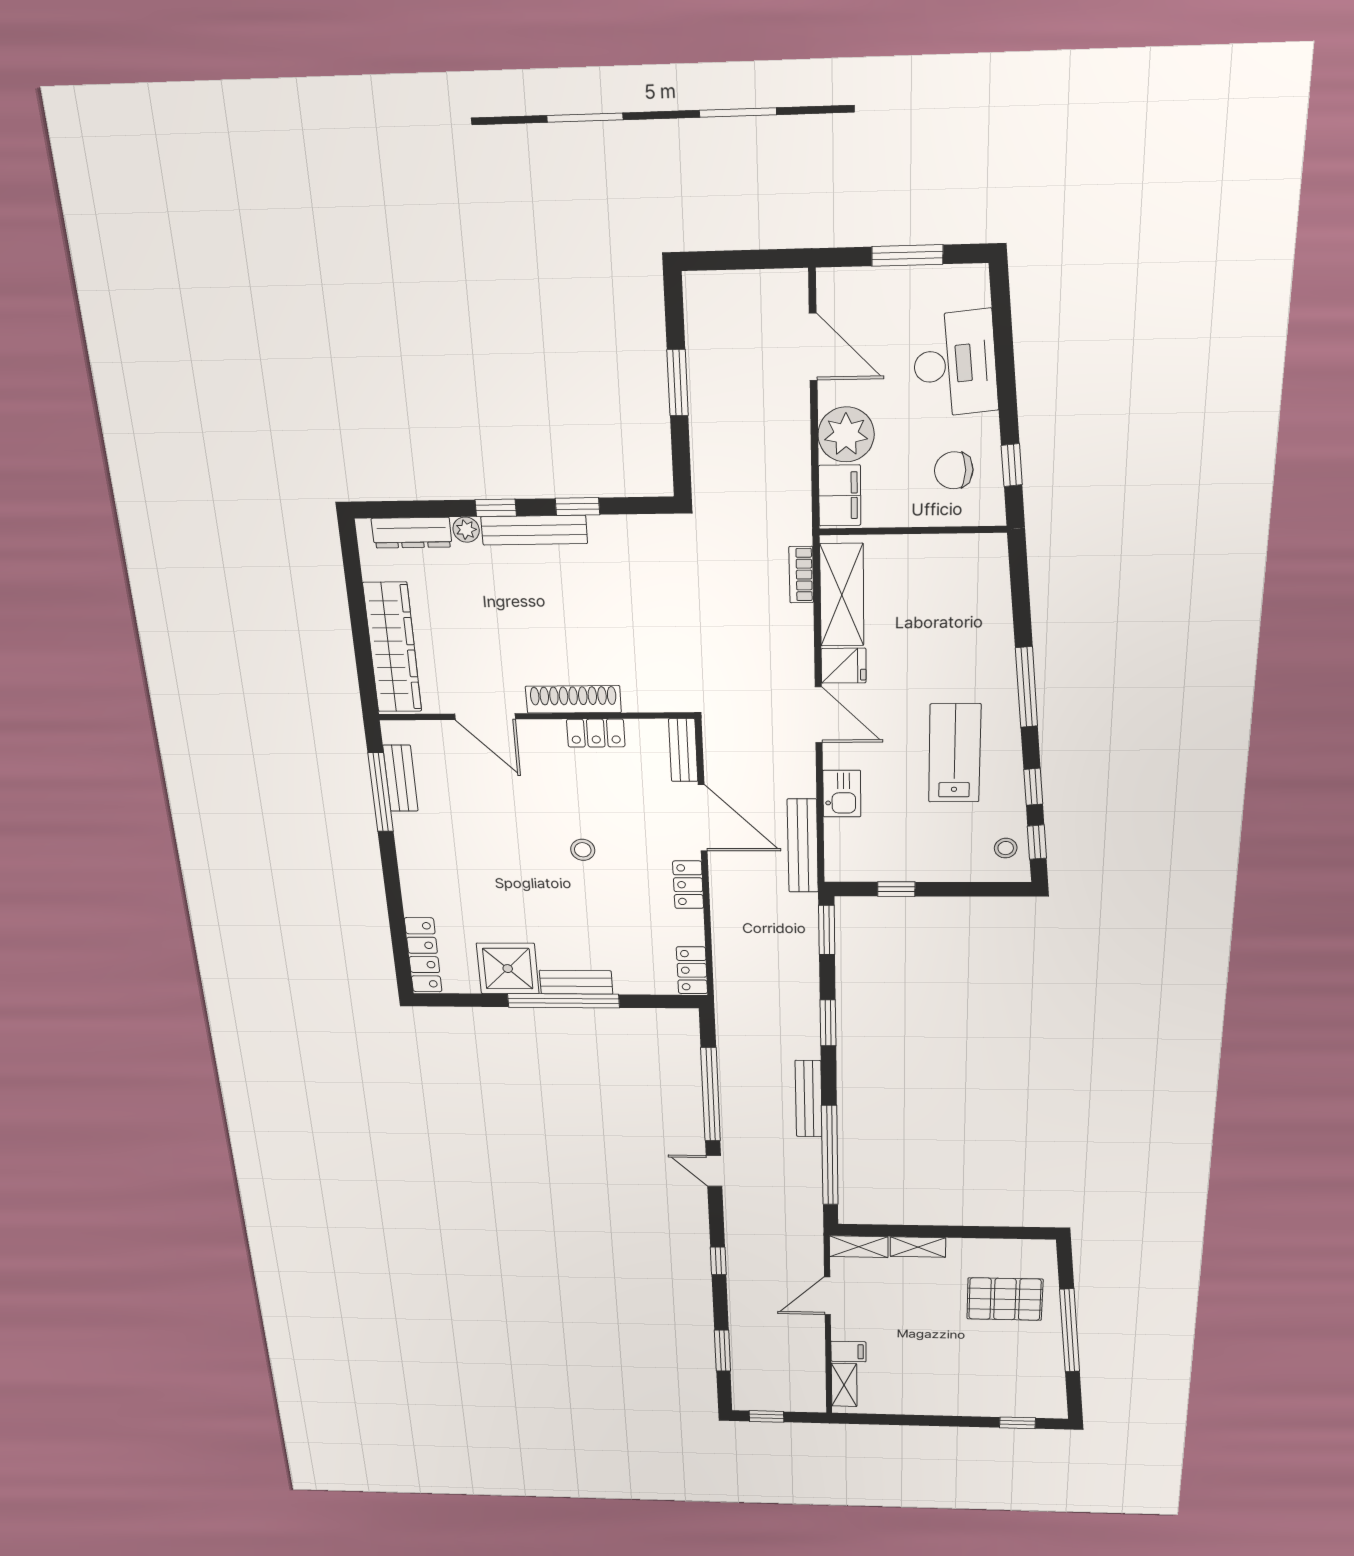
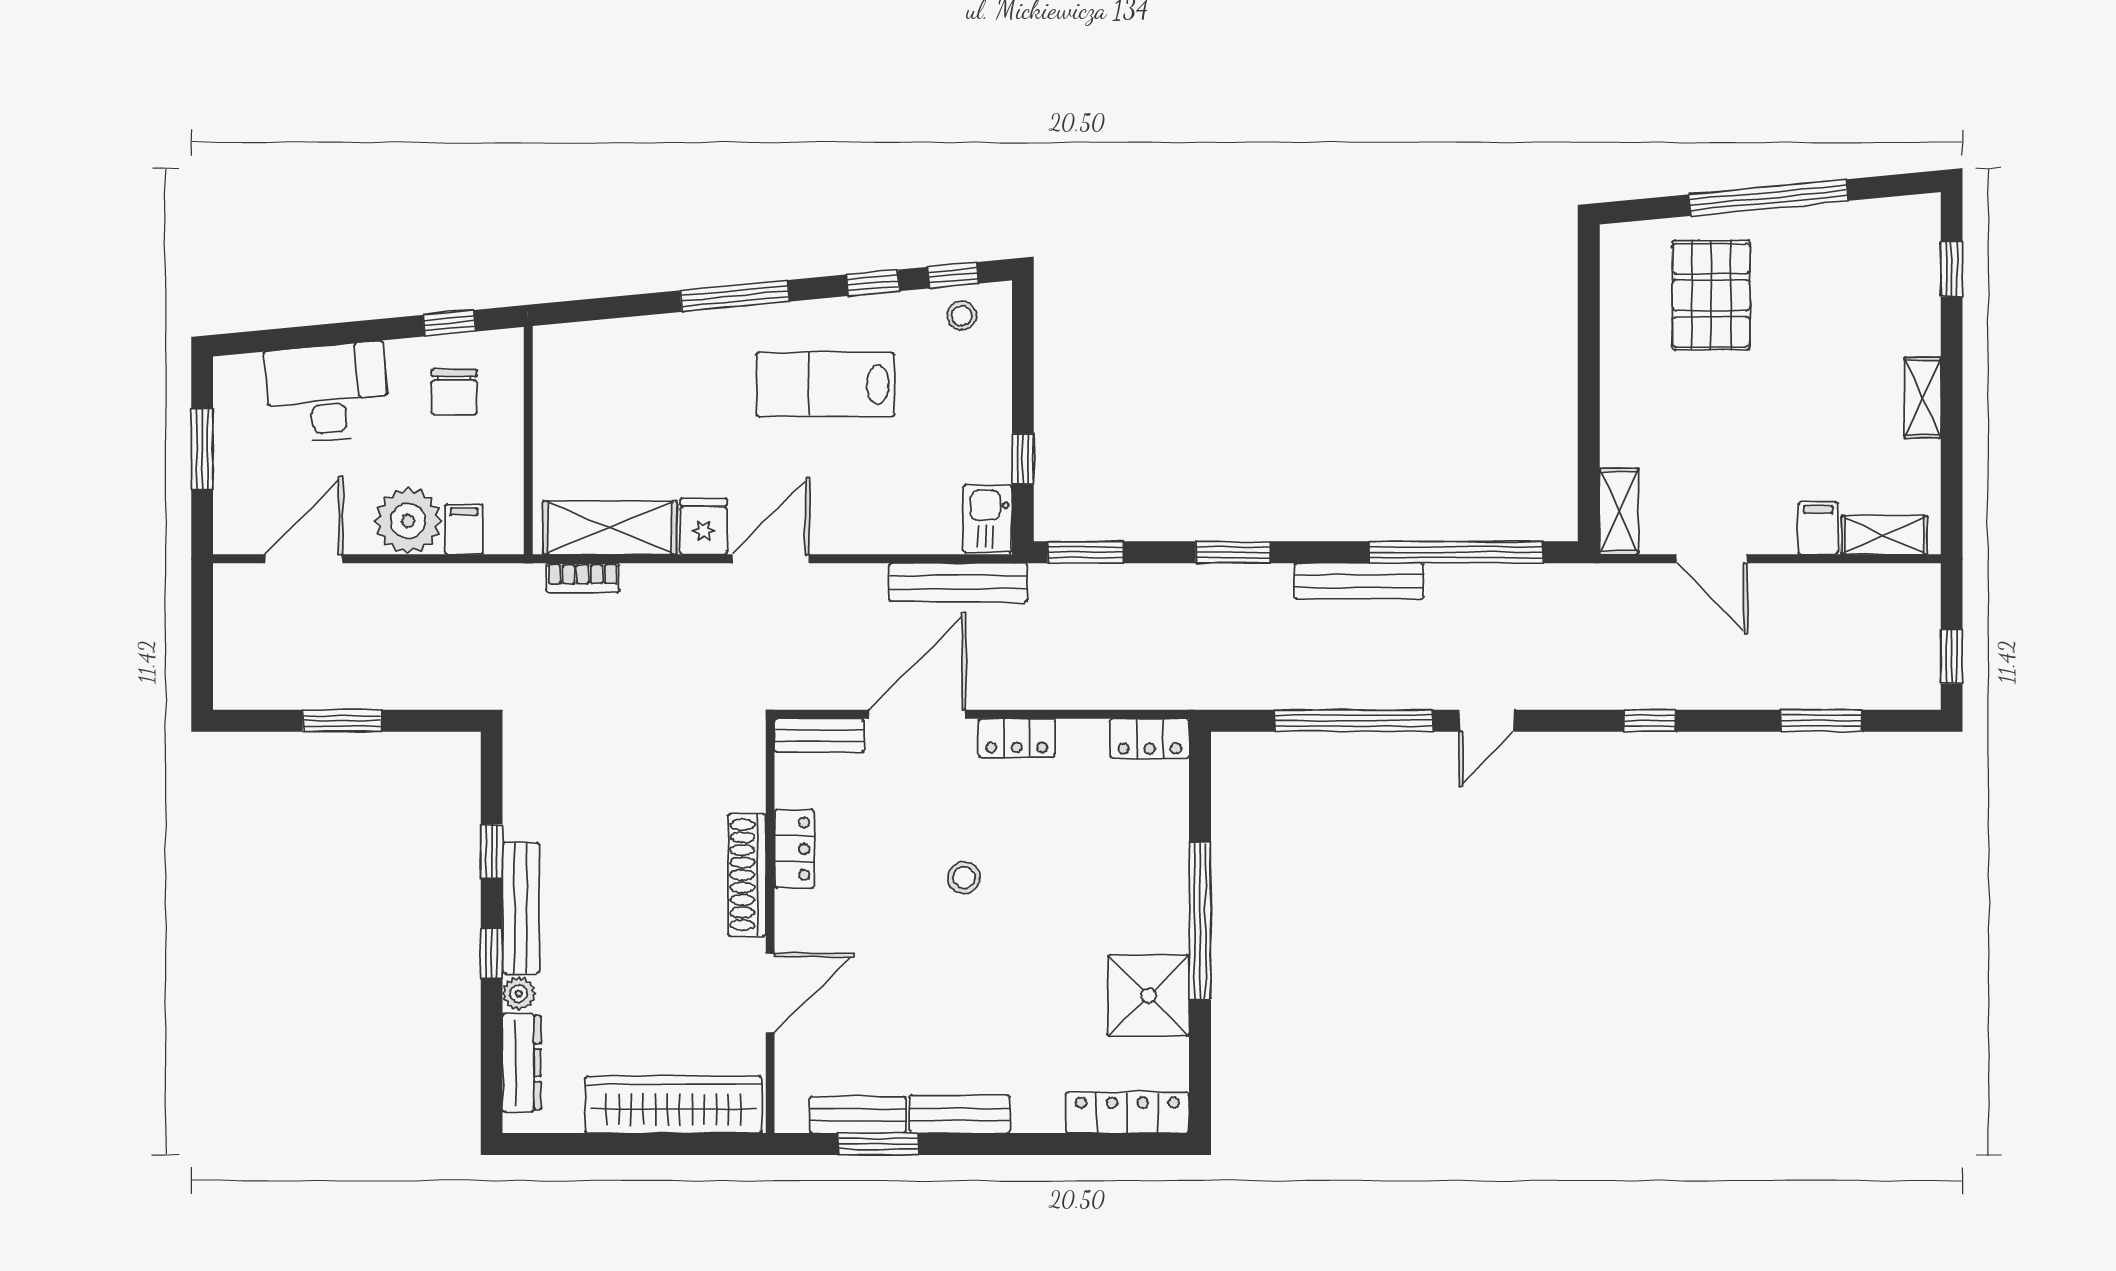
filing cabinet: (840, 495) -> (464, 529), width x0.50
window: (381, 792) -> (878, 1144), width x0.69
kitchen sink: (842, 794) -> (988, 519), moved, turned -90
bench: (576, 982) -> (960, 1114), moved, turned 90
shelving: (918, 1247) -> (1923, 398), moved

